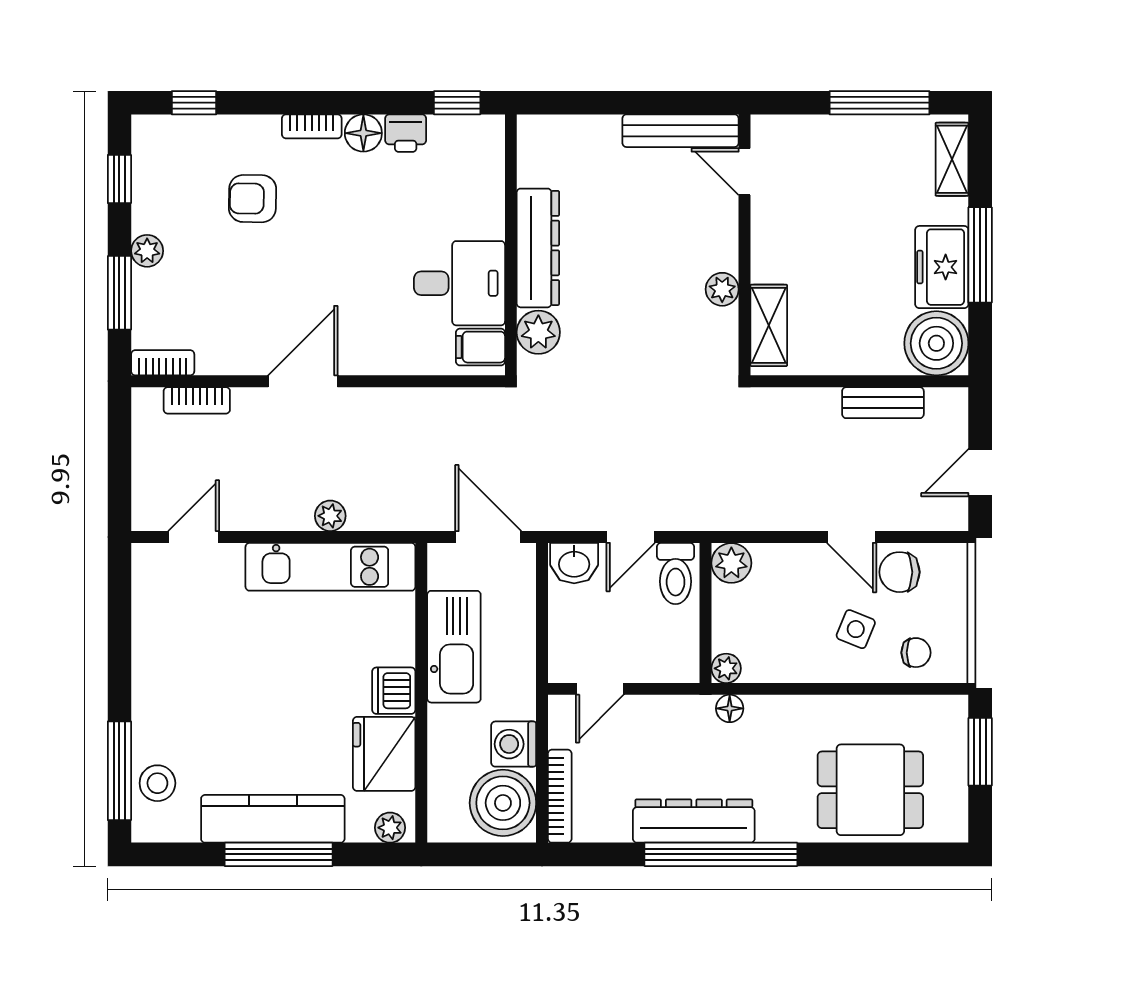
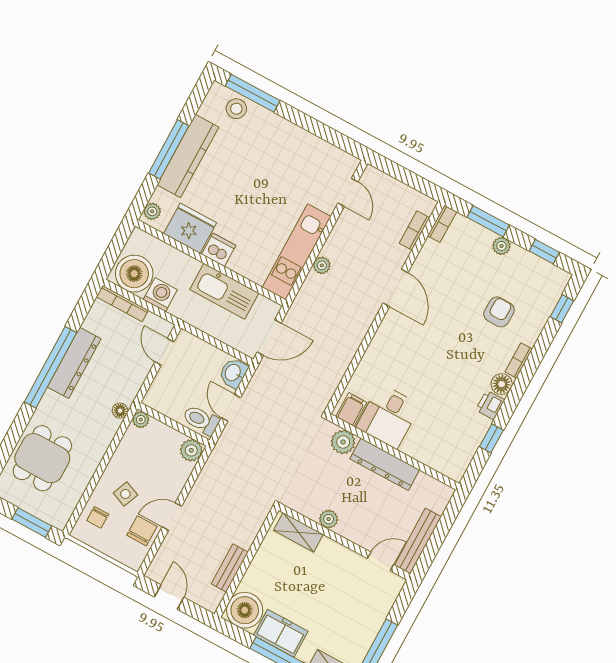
wall: (511, 245) -> (393, 452), moved
dresser: (538, 248) -> (385, 464), moved
desk: (459, 283) -> (388, 416), moved
plant: (538, 332) -> (343, 442), moved
filing cabinet: (480, 347) -> (351, 409), moved

